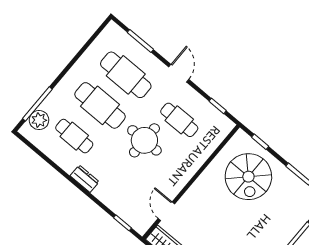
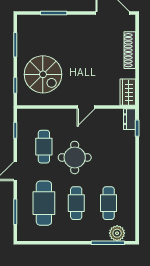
cafe table: (100, 105) -> (76, 203), width x0.73, depth x0.74
spiral stairs: (248, 177) -> (43, 74), turned 90
dresser: (85, 179) -> (130, 119), moved
door: (166, 211) -> (86, 107), moved

